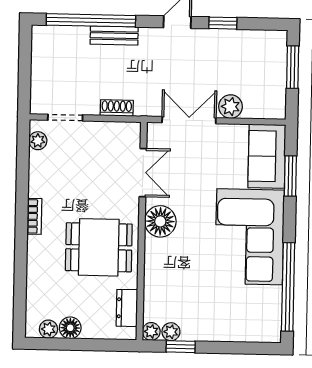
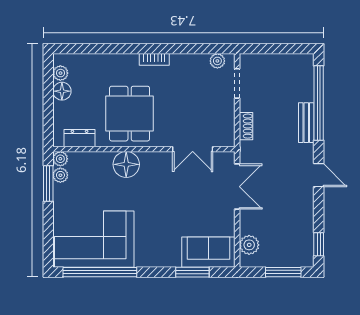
window: (223, 23) -> (319, 244), moved
plant: (231, 107) -> (249, 245), moved
floor lamp: (160, 221) -> (126, 164), moved
corner sofa: (250, 237) -> (94, 239), moved
window: (181, 347) -> (48, 184), width x1.50

